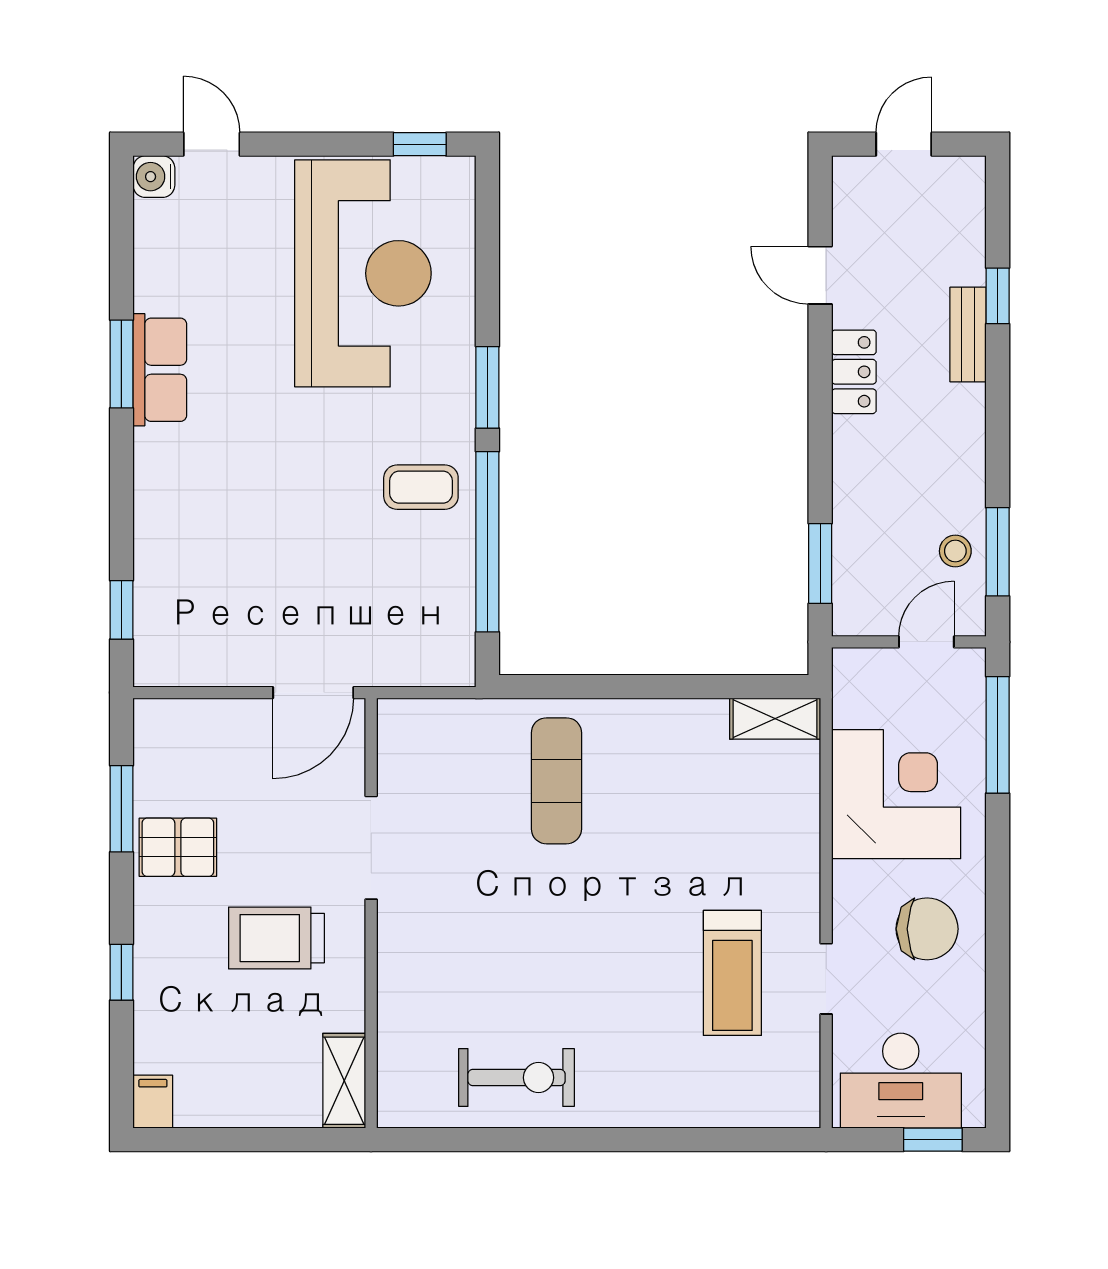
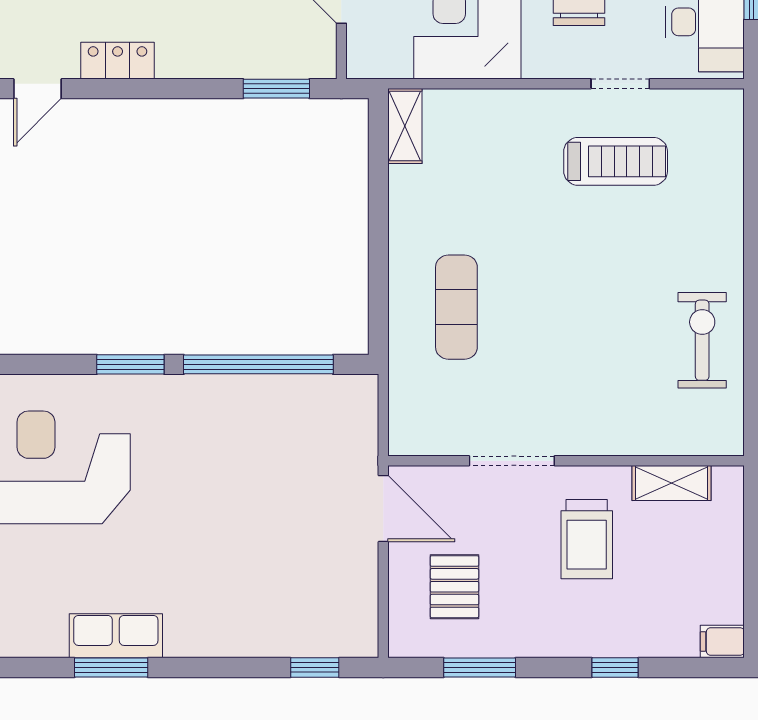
coffee table: (421, 487) -> (213, 419), removed
exercise mat: (556, 781) -> (456, 307), turned 90
pallet: (178, 847) -> (454, 587), moved
shelving: (344, 1081) -> (672, 483), moved

